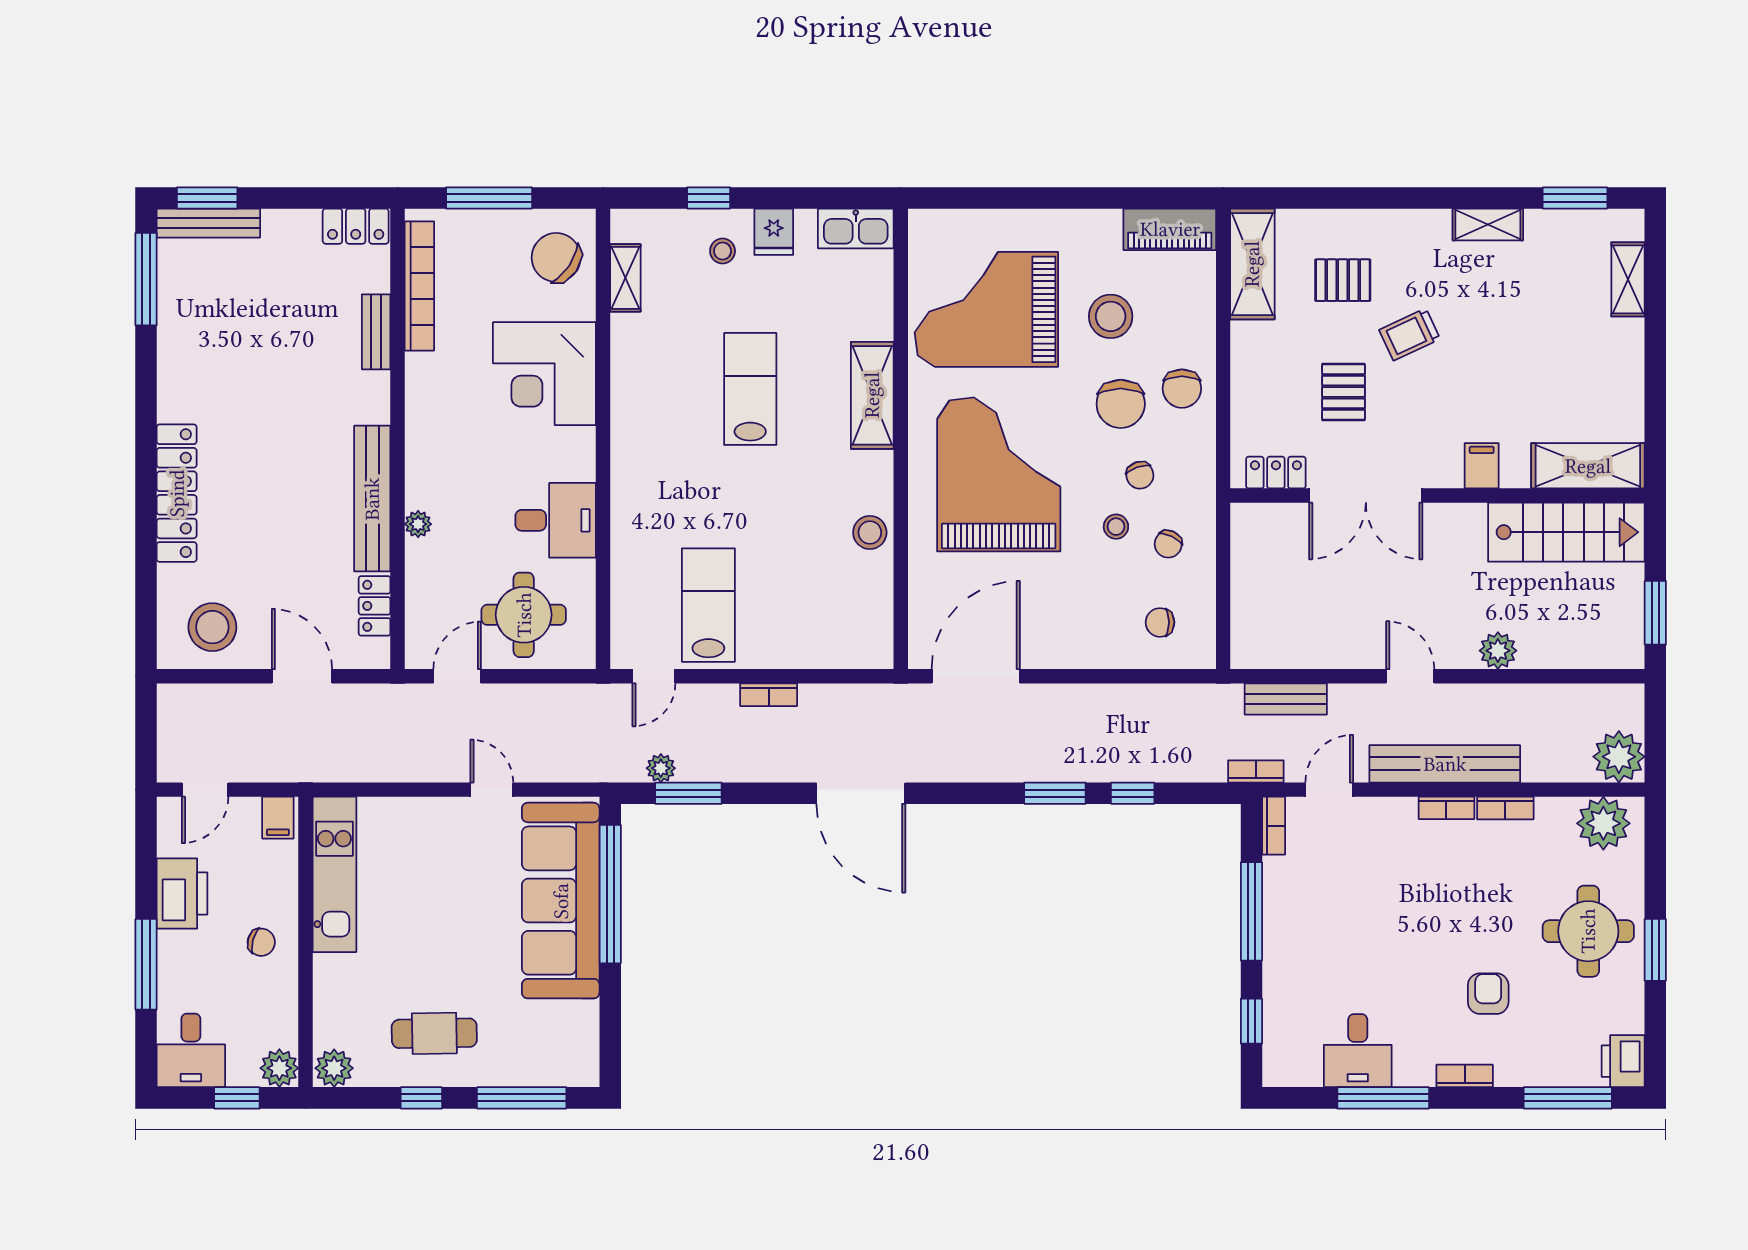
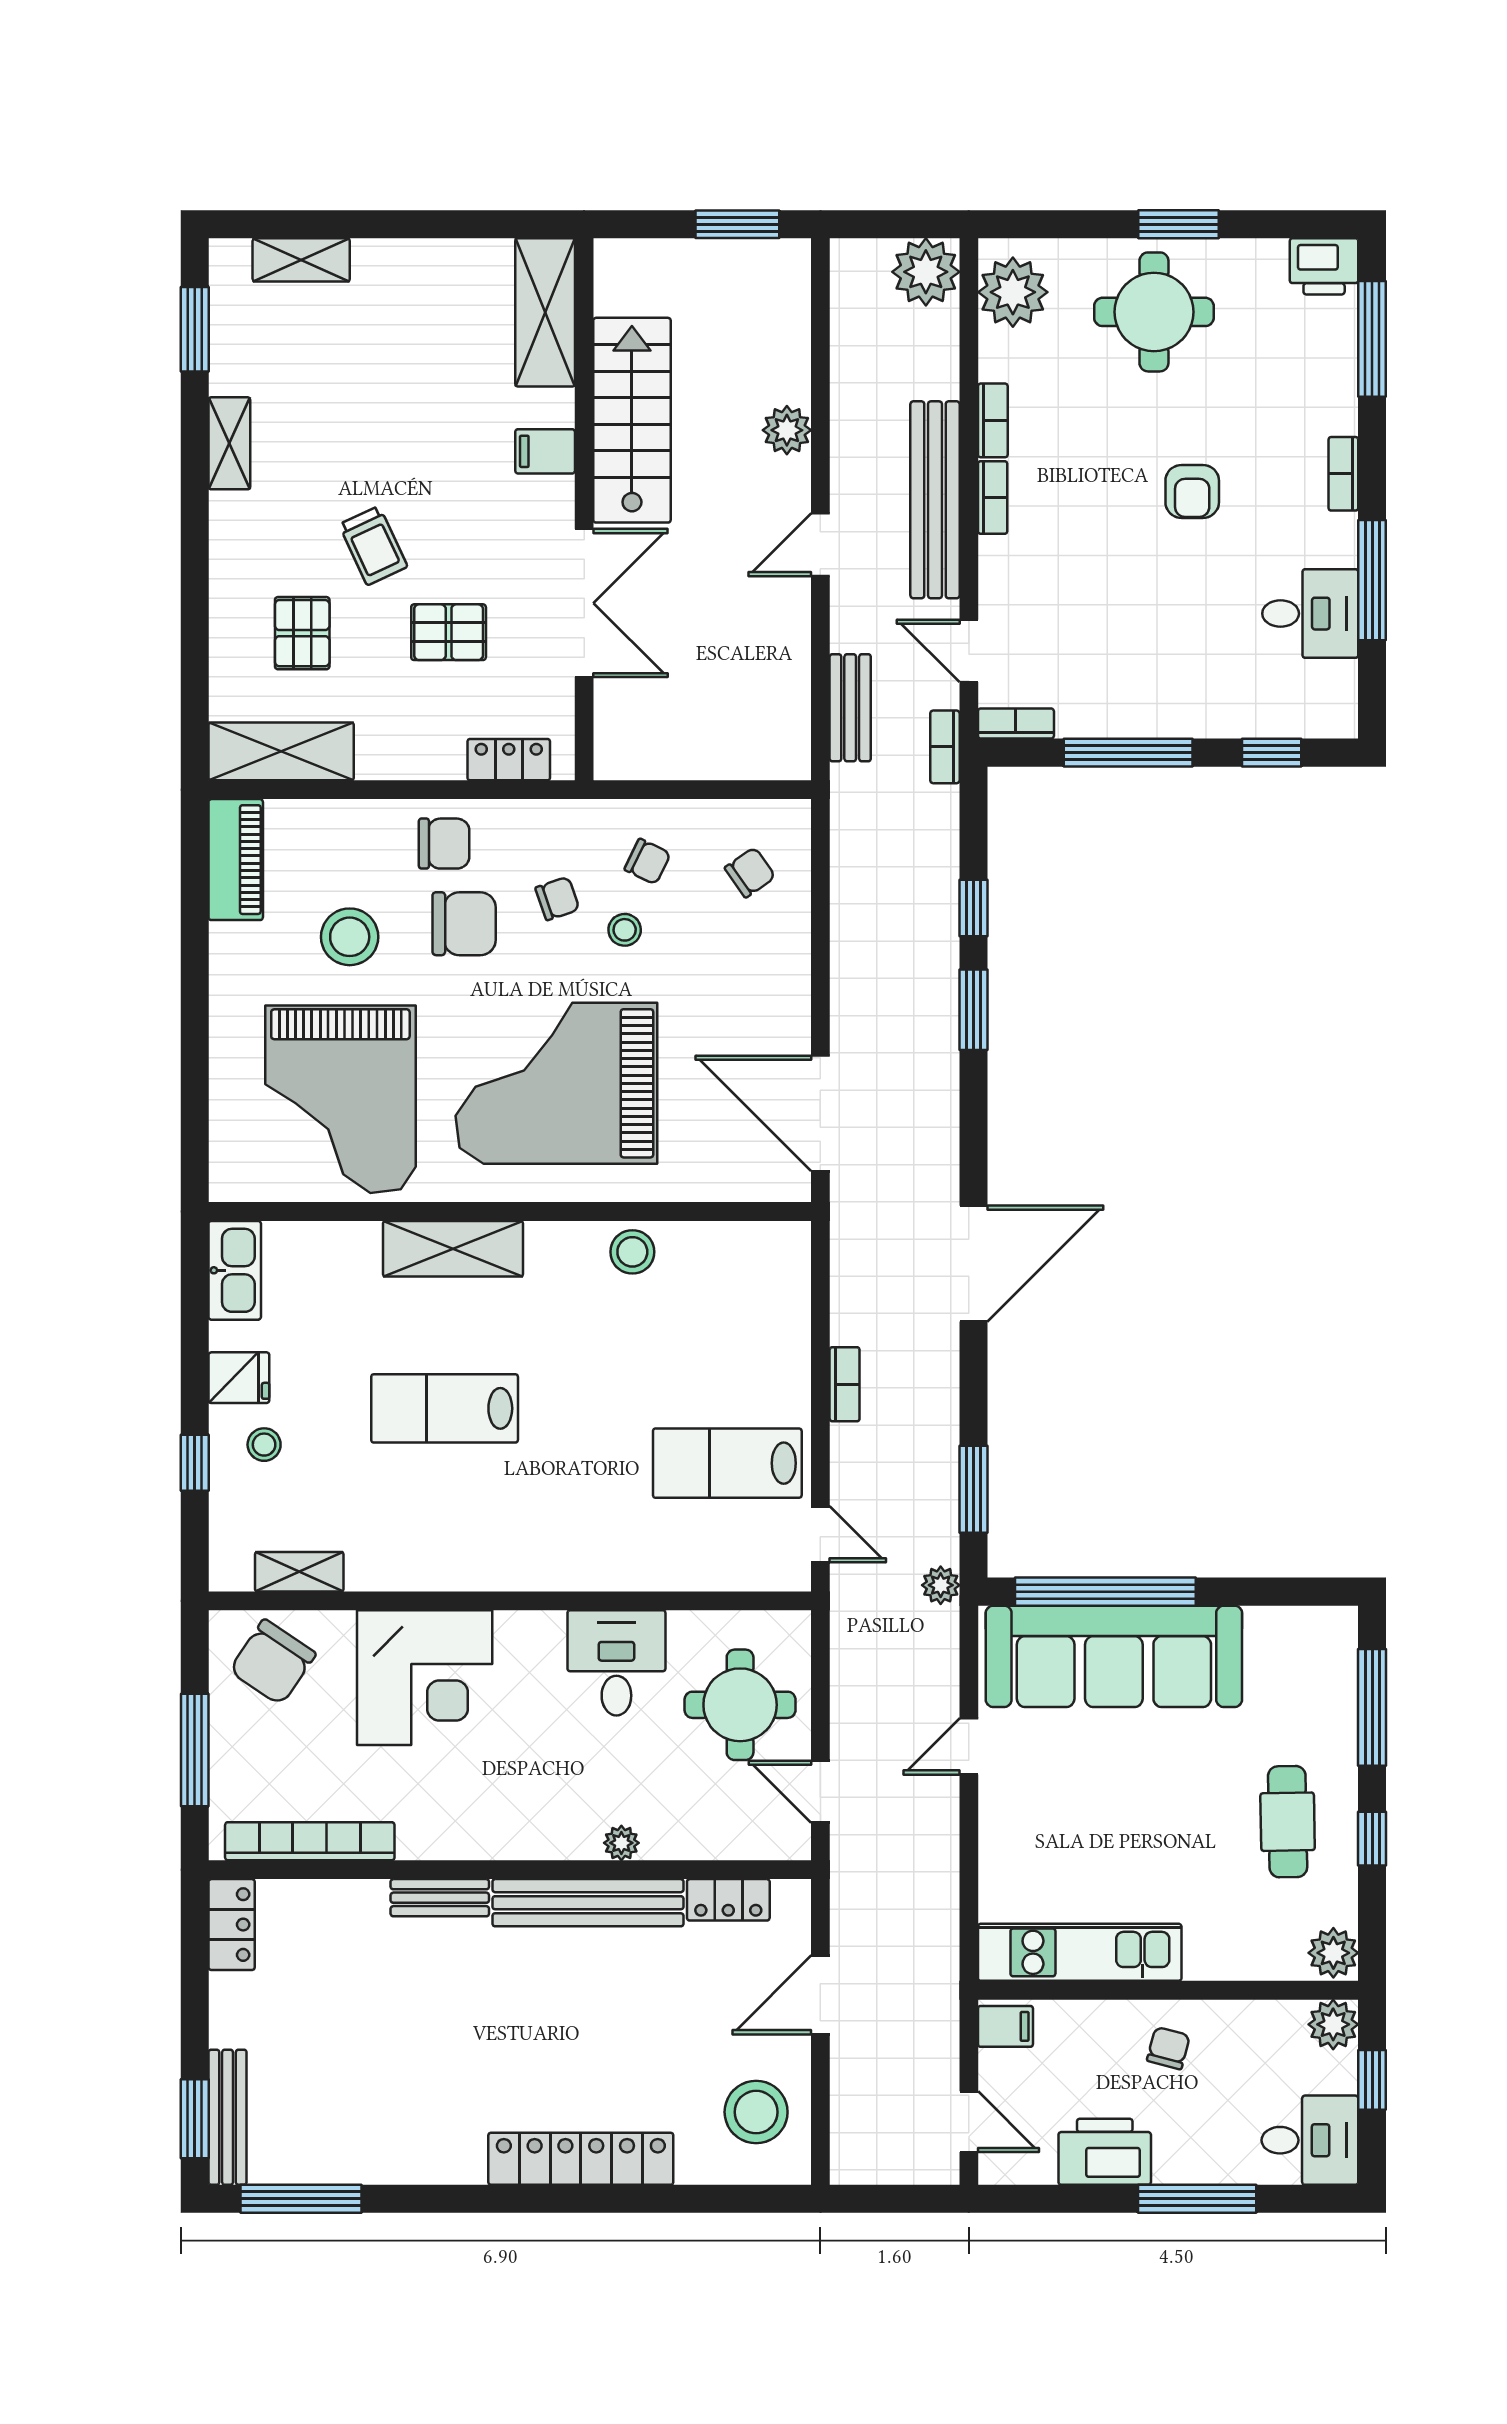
bench: (376, 332) -> (440, 1898), moved
locker: (1276, 473) -> (509, 760), moved, turned 90
stairs: (1566, 532) -> (632, 420), moved
chair: (1160, 622) -> (750, 872), turned -125
plant: (661, 768) -> (941, 1585), moved
armchair: (1488, 994) -> (1192, 491), moved, turned -90

